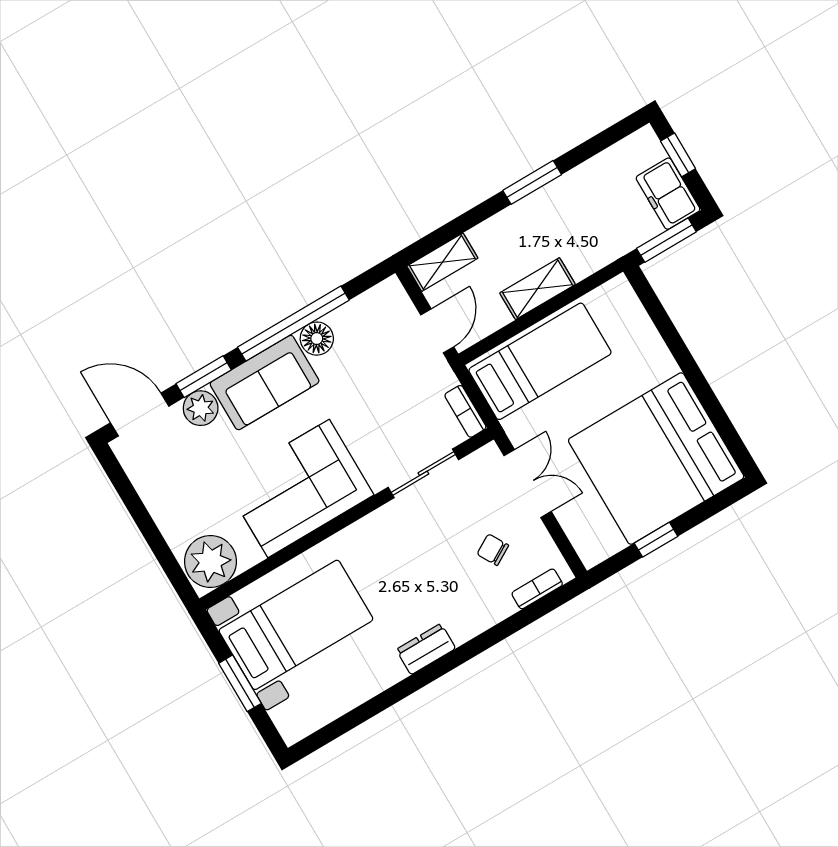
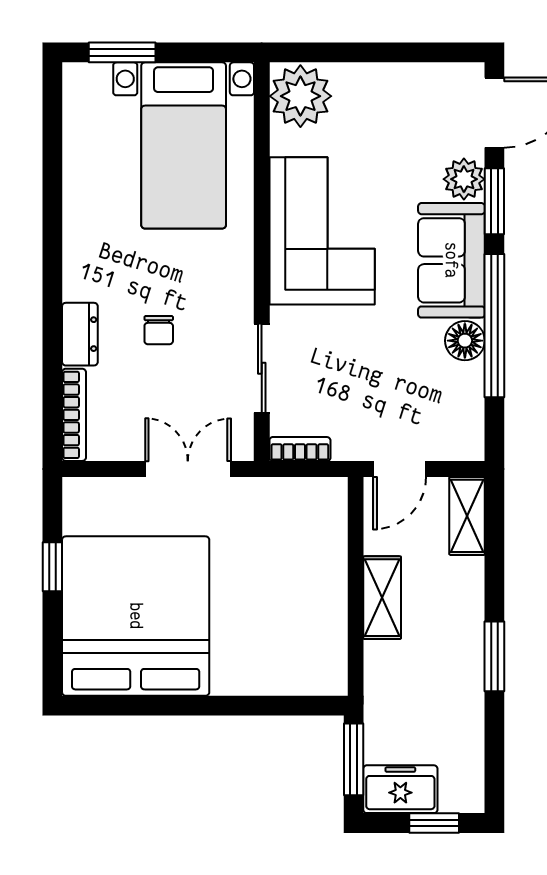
door: (437, 331) -> (400, 469), hinge flipped
bed: (540, 361) -> (306, 556), removed
double door: (528, 484) -> (188, 469), swing flipped
chair: (493, 550) -> (159, 330), moved, turned 120
bookcase: (537, 589) -> (74, 415), width x1.56
dresser: (426, 649) -> (80, 334), moved
window: (240, 683) -> (122, 52), moved

